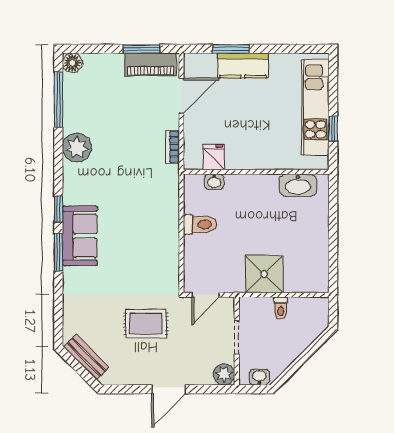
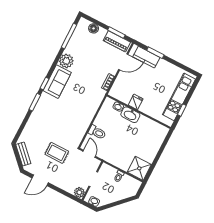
floor lamp: (72, 63) -> (94, 28), moved
kitchen counter: (243, 65) -> (146, 57), moved
fridge: (214, 157) -> (136, 102), moved
washbasin: (298, 185) -> (130, 115), moved
toilet: (200, 224) -> (97, 132), moved
sofa: (80, 236) -> (57, 82), moved
shower: (264, 274) -> (139, 168), moved
door: (206, 295) -> (89, 154), swing flipped
door: (169, 389) -> (40, 180), moved

